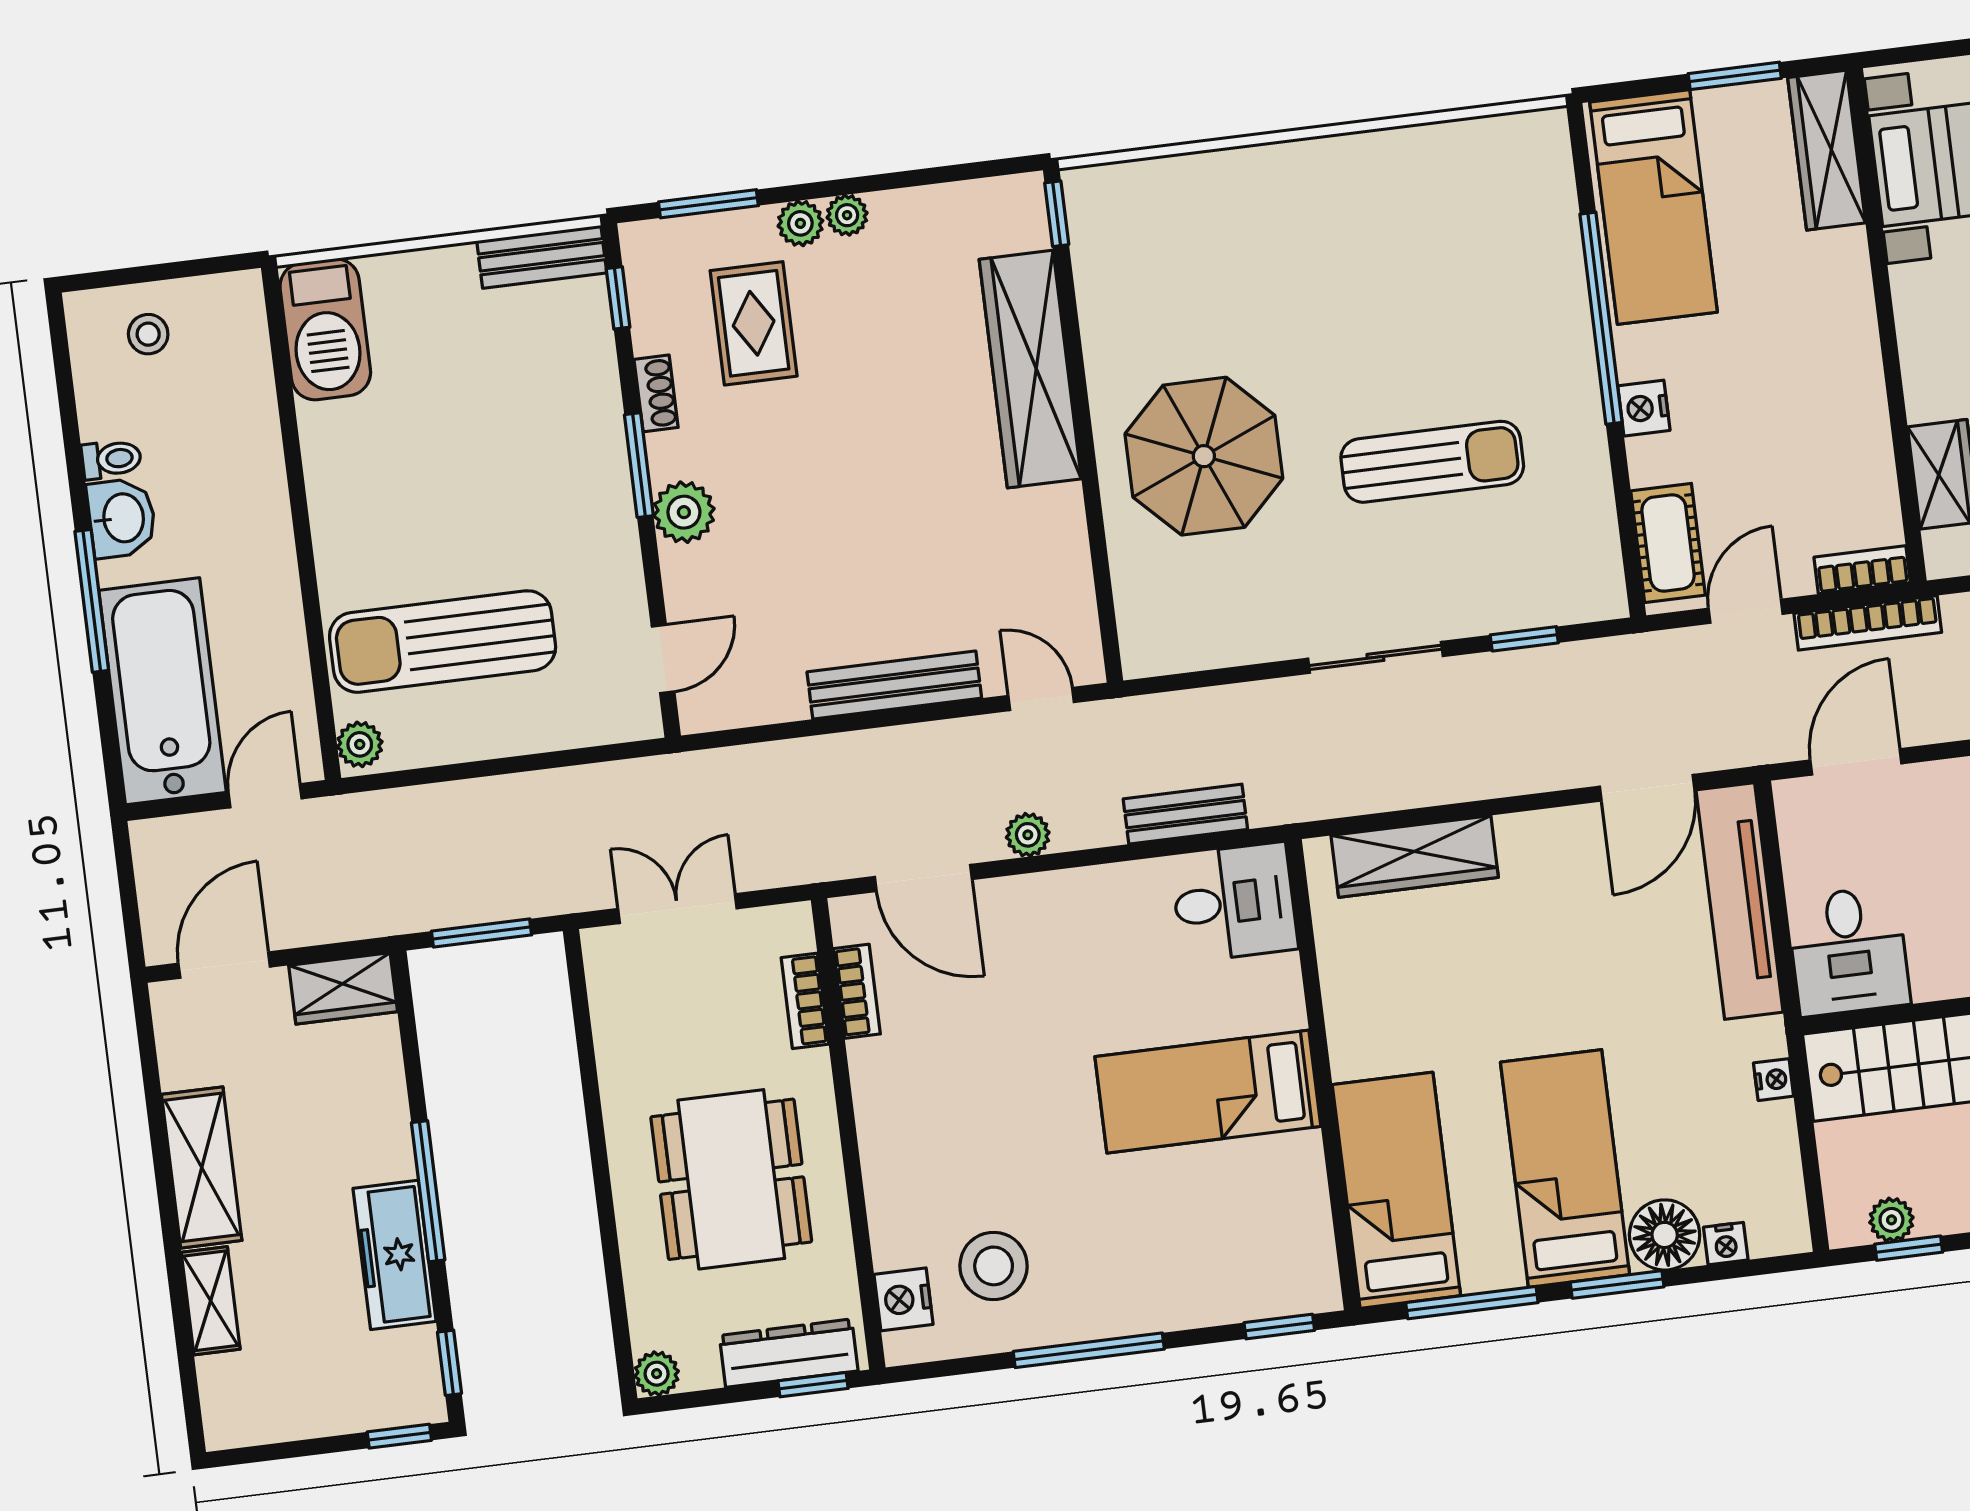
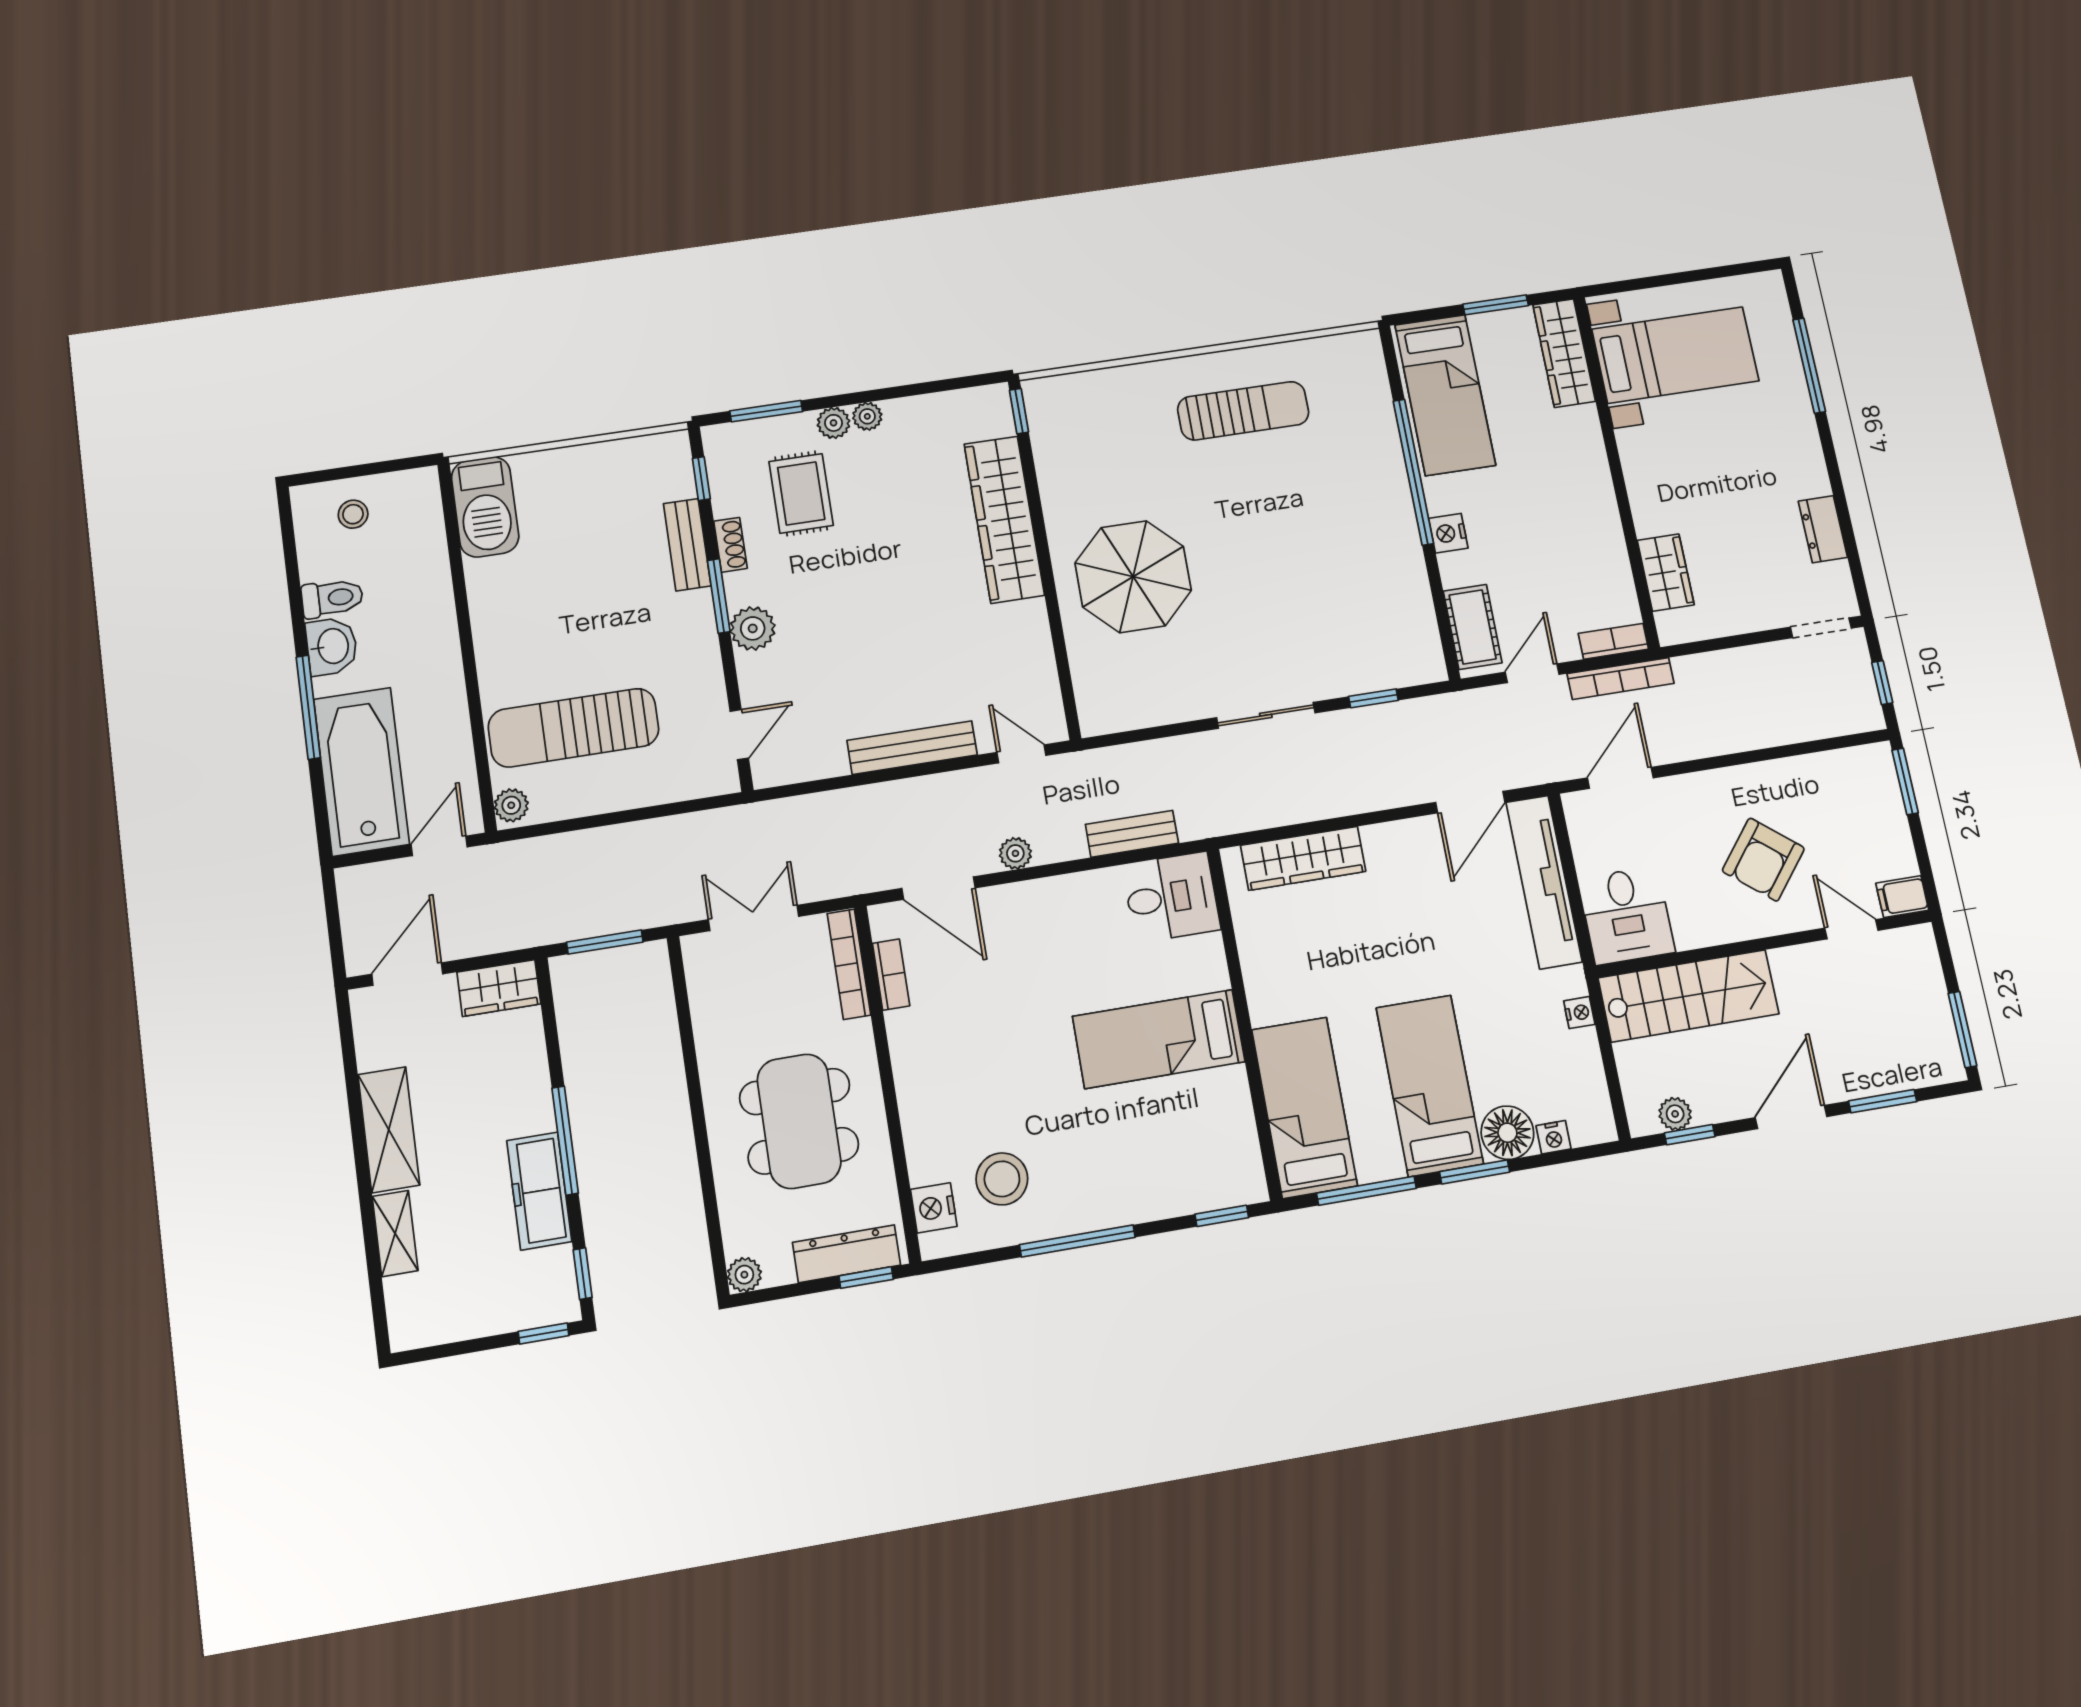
bench: (542, 257) -> (687, 545), moved, turned 90
toilet: (111, 459) -> (332, 598), width x1.37, depth x1.39
sun lounger: (1432, 462) -> (1243, 411), moved
bookcase: (805, 1001) -> (849, 964), width x1.56

